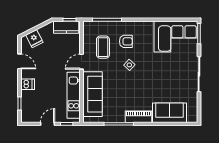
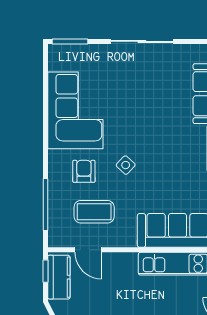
corner sofa: (176, 37) -> (75, 110), moved
door: (82, 62) -> (88, 250), moved

